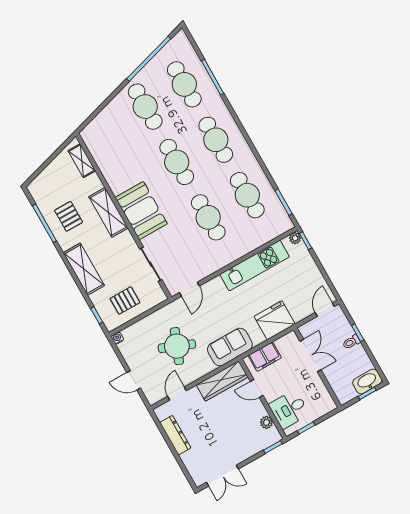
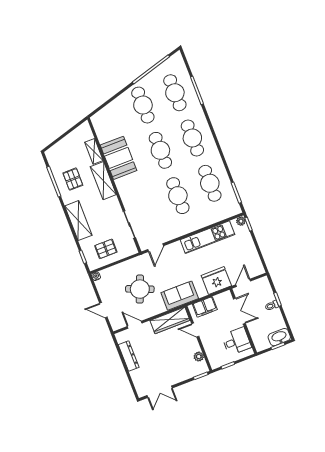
shelving: (82, 161) -> (94, 151), moved
booth: (141, 211) -> (119, 158), moved
door: (325, 310) -> (243, 283), moved
door: (177, 394) -> (135, 325), hinge flipped
desk: (289, 409) -> (236, 341), moved, turned 180

